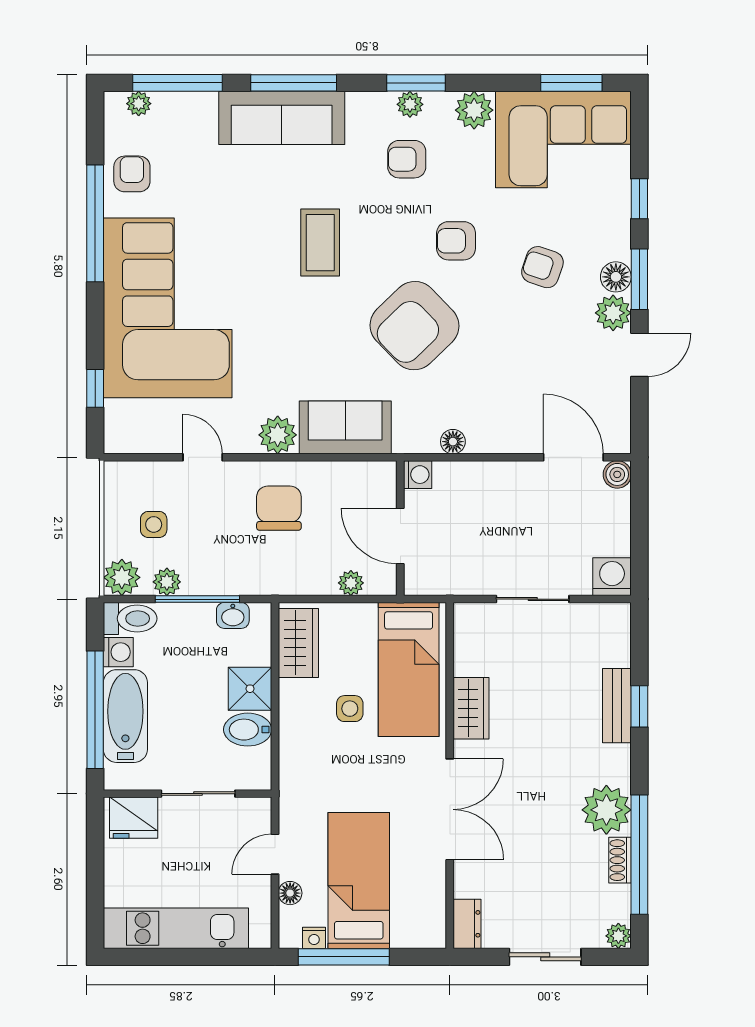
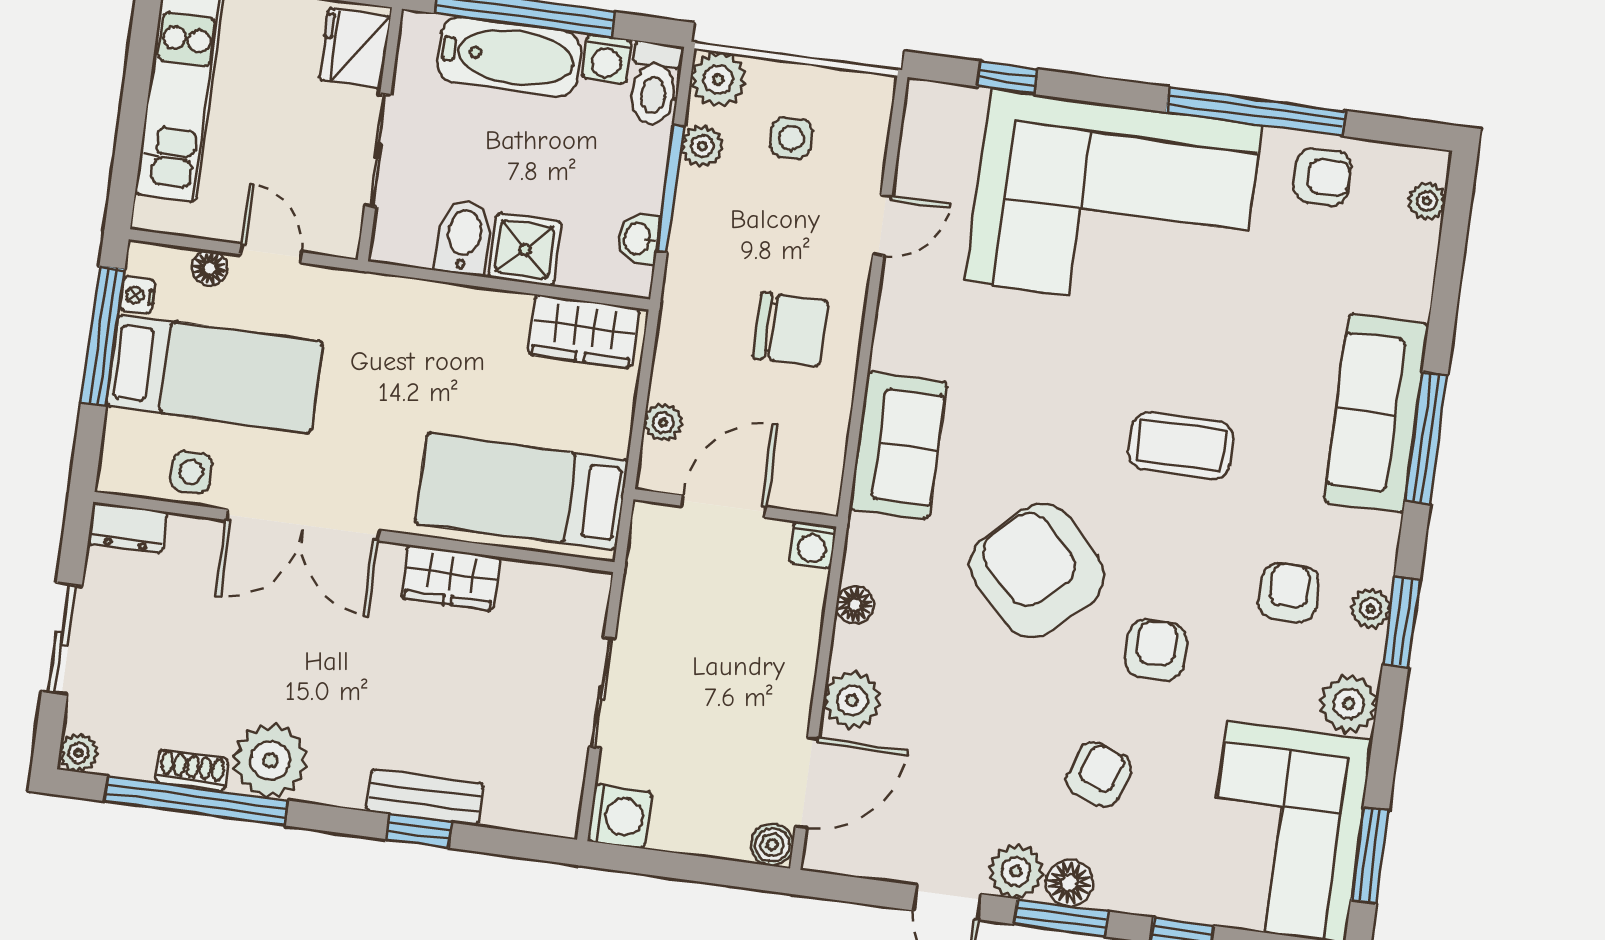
window: (178, 83) -> (1450, 264), removed
plant: (278, 435) -> (852, 700), moved
side table: (350, 709) -> (191, 472), moved

